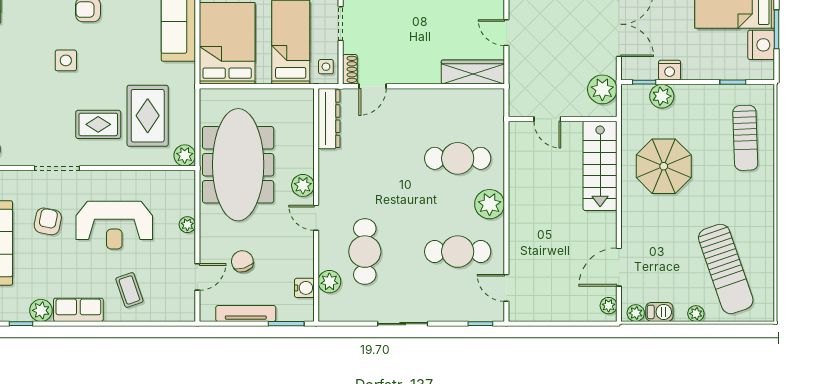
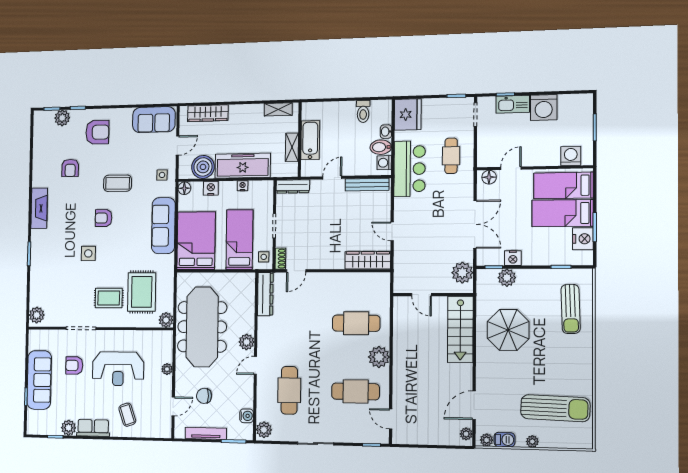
door: (316, 218) -> (255, 365), hinge flipped
armchair: (48, 221) -> (74, 365), turned -101
chair: (242, 261) -> (204, 396), turned -73
sun lounger: (726, 269) -> (555, 408), turned -69
plant: (329, 282) -> (264, 430), moved

